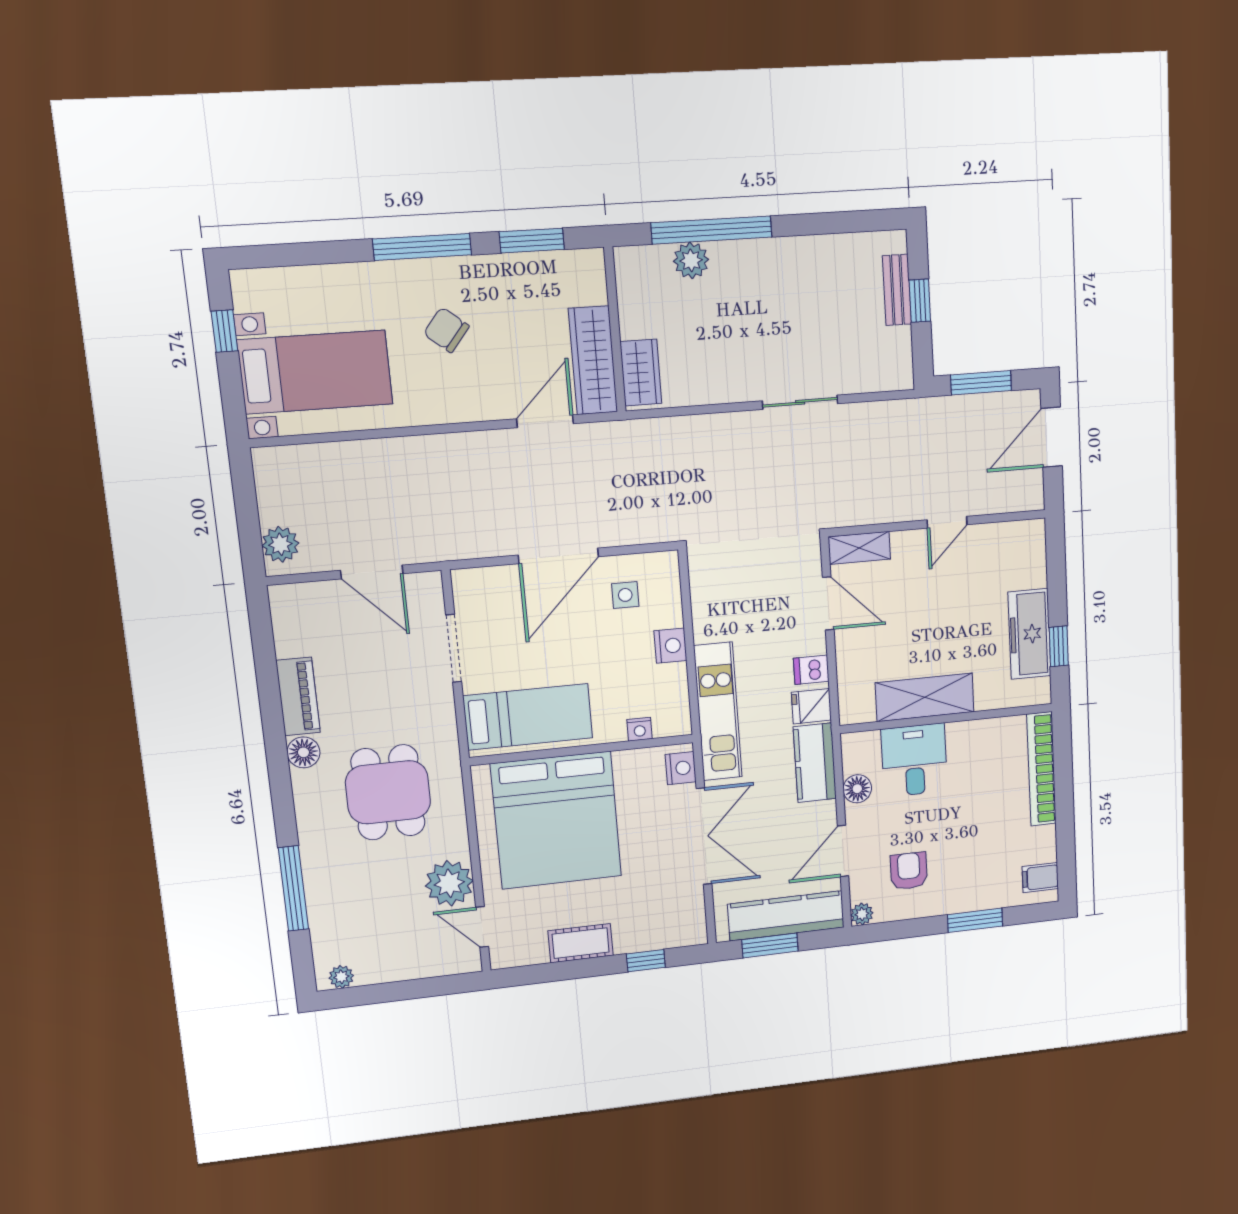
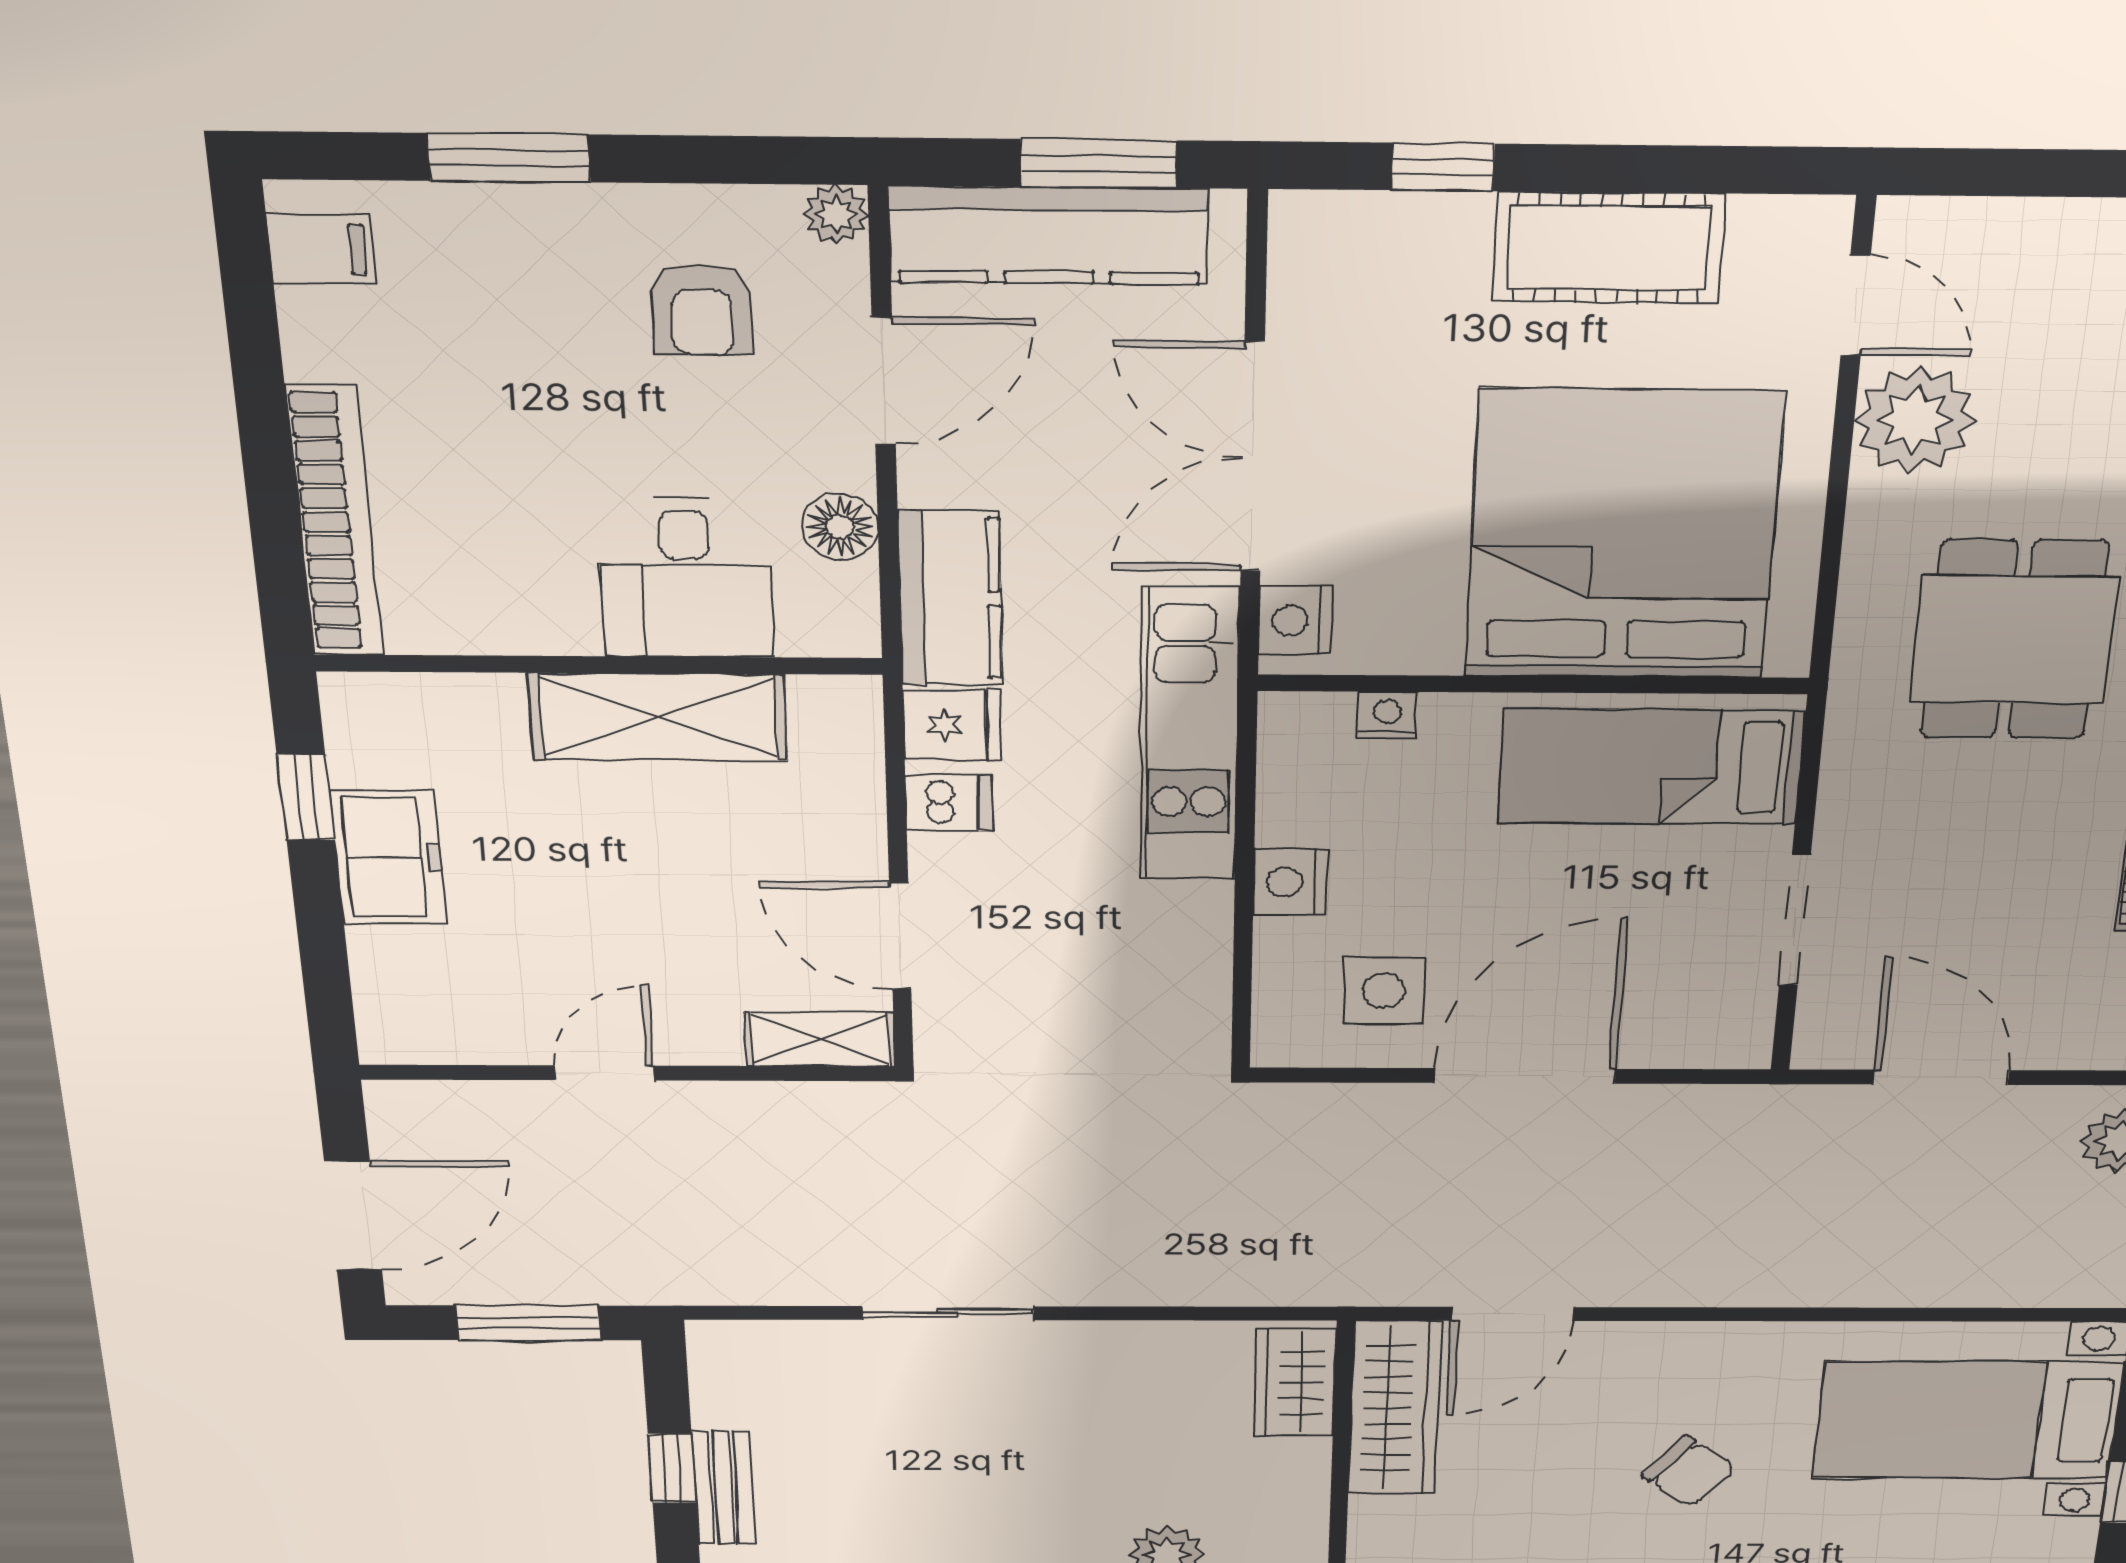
side table: (625, 595) -> (1384, 991), width x1.37, depth x1.37
freezer: (1029, 634) -> (388, 857), width x0.71
cot: (581, 943) -> (1609, 248), width x1.37, depth x1.34

